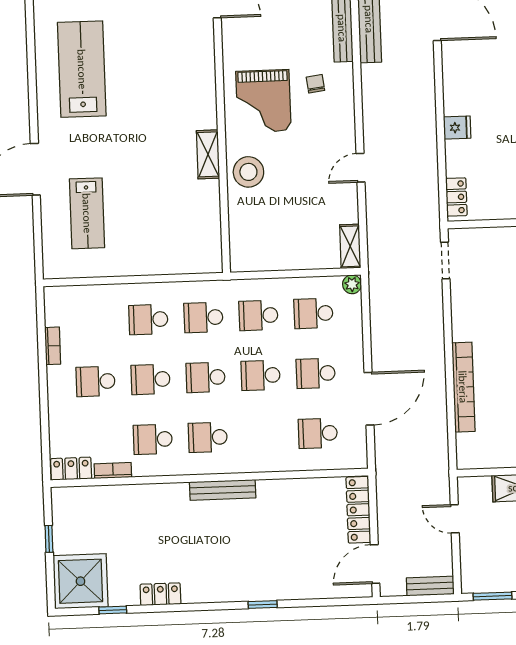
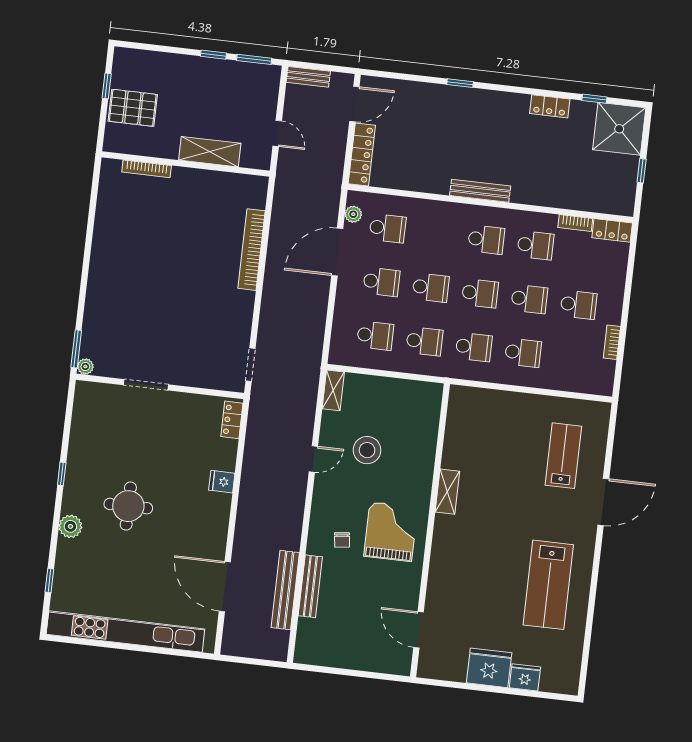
stool: (248, 172) -> (367, 450), moved
plant: (352, 284) -> (353, 214), moved

